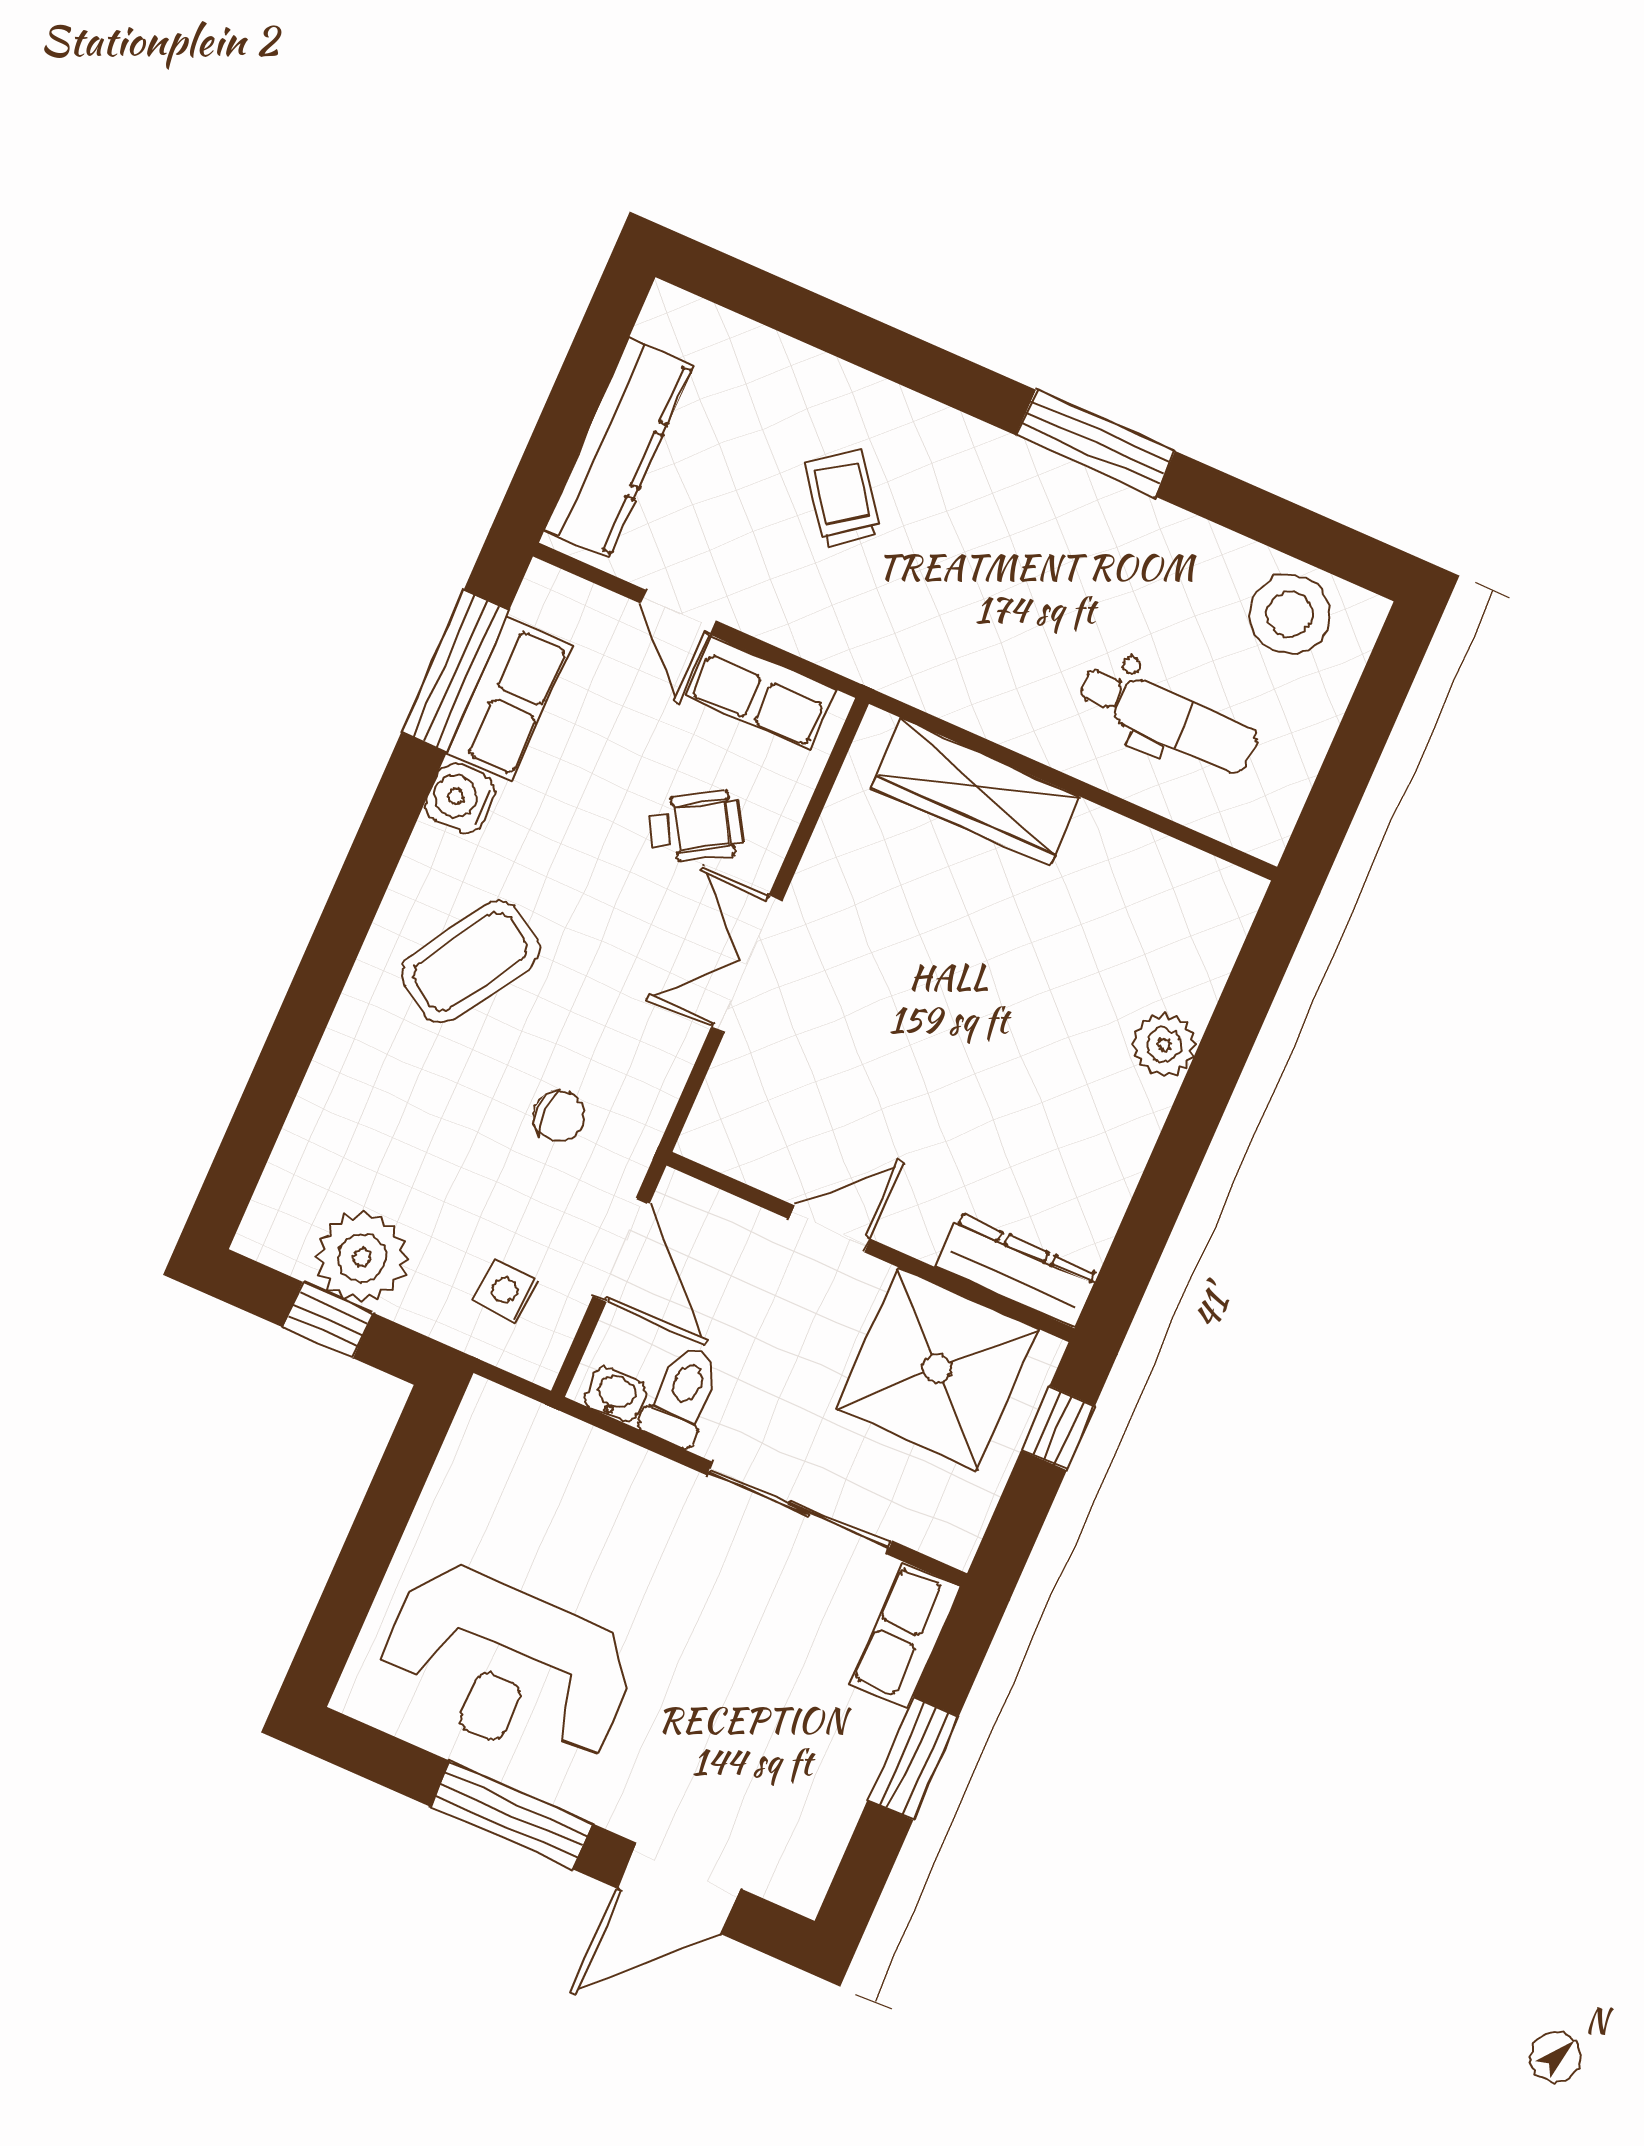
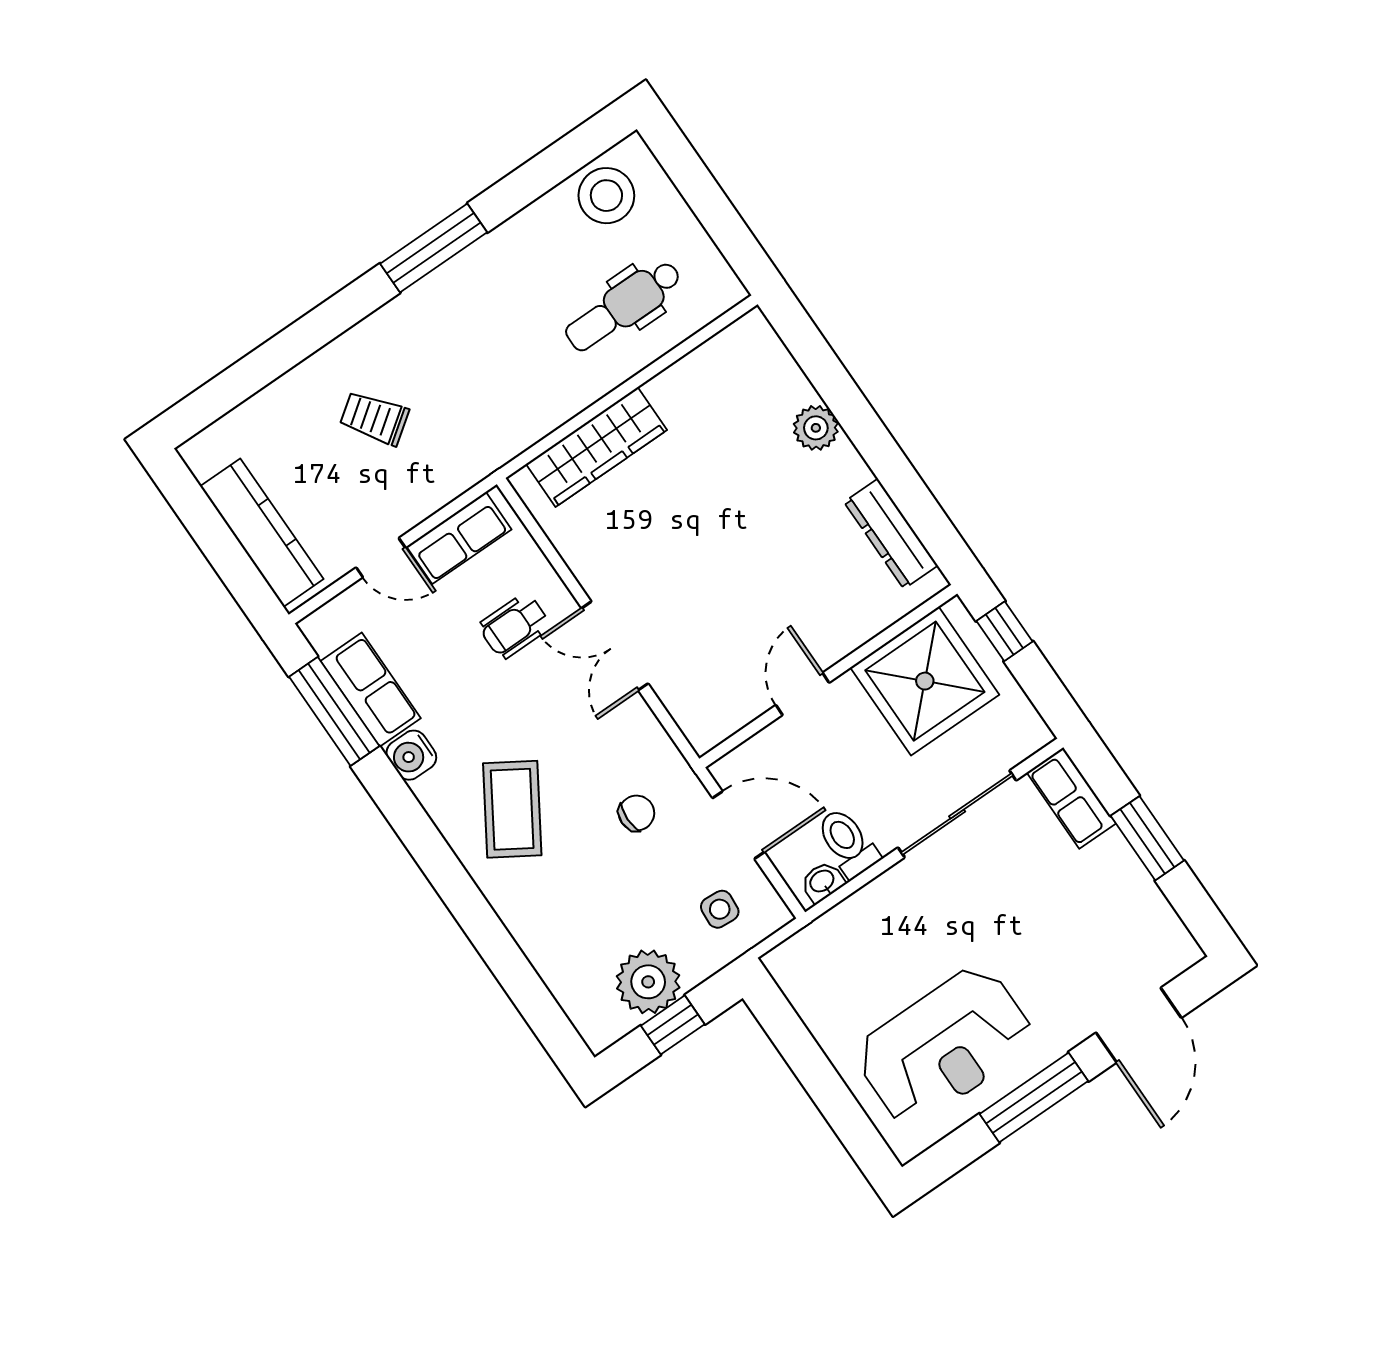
dental chair: (1168, 718) -> (623, 306), turned 180
wheelchair: (696, 827) -> (515, 626), turned -150
dresser: (1017, 1271) -> (891, 534), moved, turned -90

